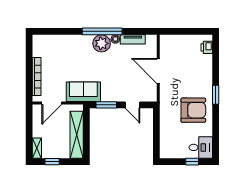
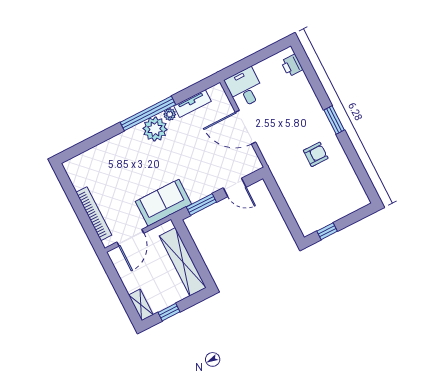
armchair: (193, 110) -> (316, 154), width x0.53, depth x0.53
desk: (201, 147) -> (245, 88), moved, turned -90
window: (192, 162) -> (327, 231), moved

